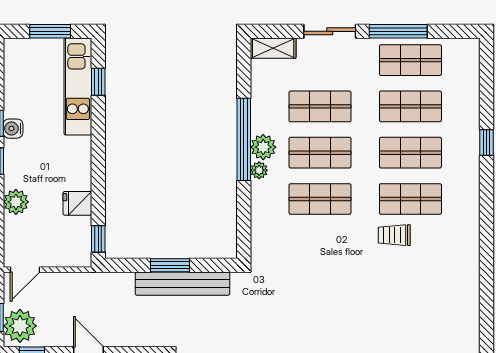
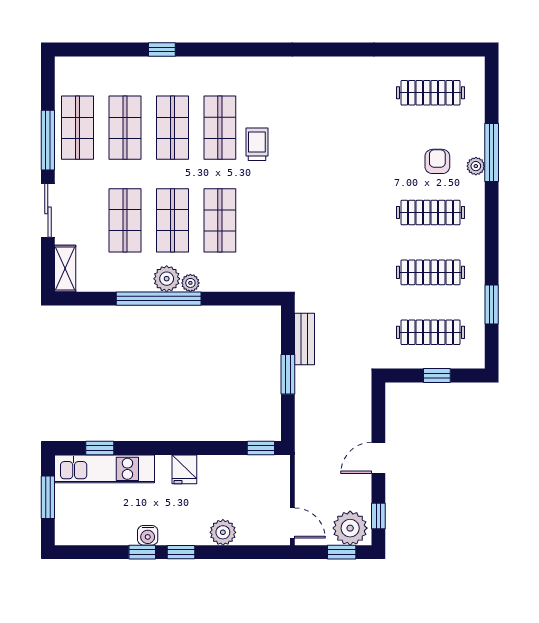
fridge: (77, 203) -> (184, 469), moved
trolley: (394, 235) -> (257, 144), turned 180
bench: (182, 284) -> (305, 339), width x0.54, depth x0.82

